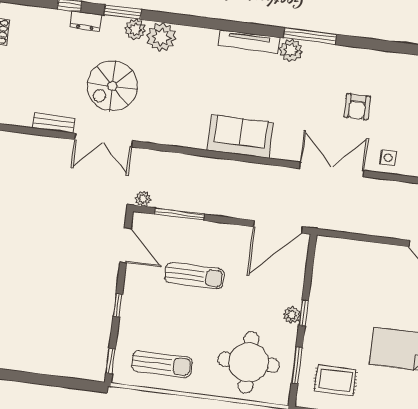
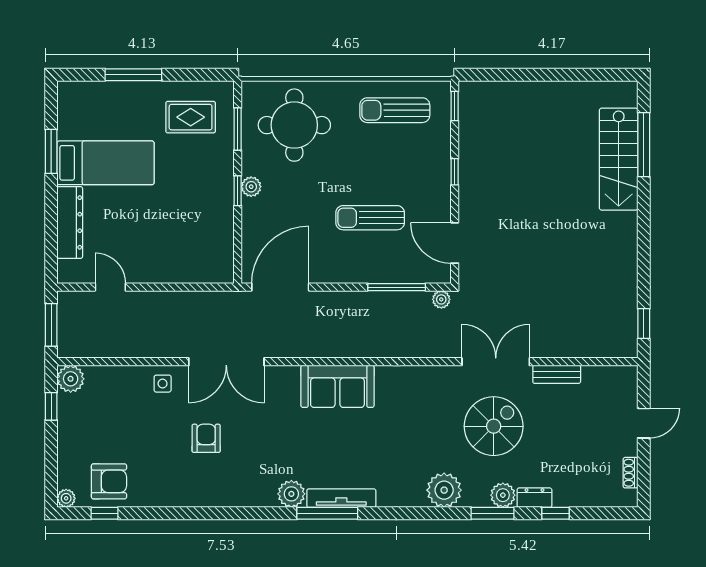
plant: (135, 29) -> (503, 495), moved
window: (310, 36) -> (327, 513), moved

